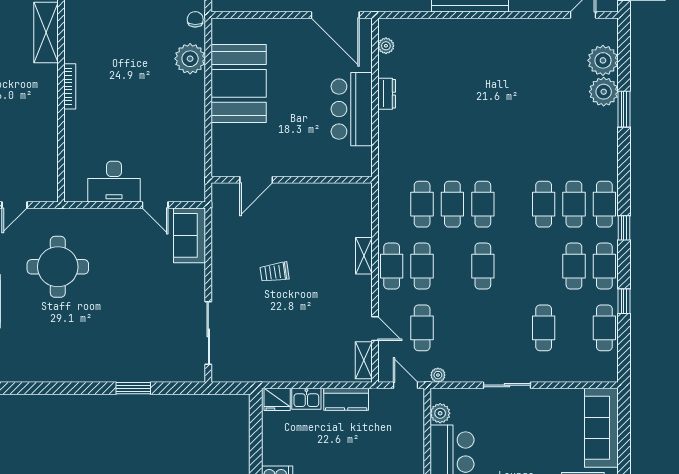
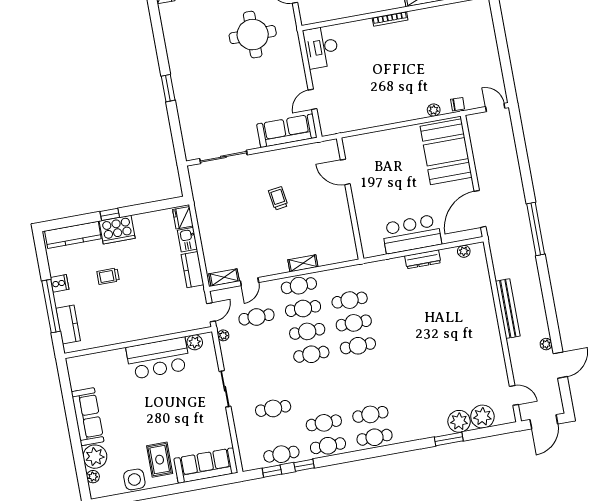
plant: (190, 59) -> (434, 110), width x0.53, depth x0.53
booth: (239, 83) -> (446, 152), moved, turned 90
dresser: (387, 94) -> (423, 259), width x1.44
desk: (114, 182) -> (321, 47), moved
cafe table: (544, 204) -> (307, 331), moved
window: (624, 228) -> (272, 471), moved
sofa: (189, 235) -> (287, 131), width x1.36
window: (133, 388) -> (168, 88), moved

